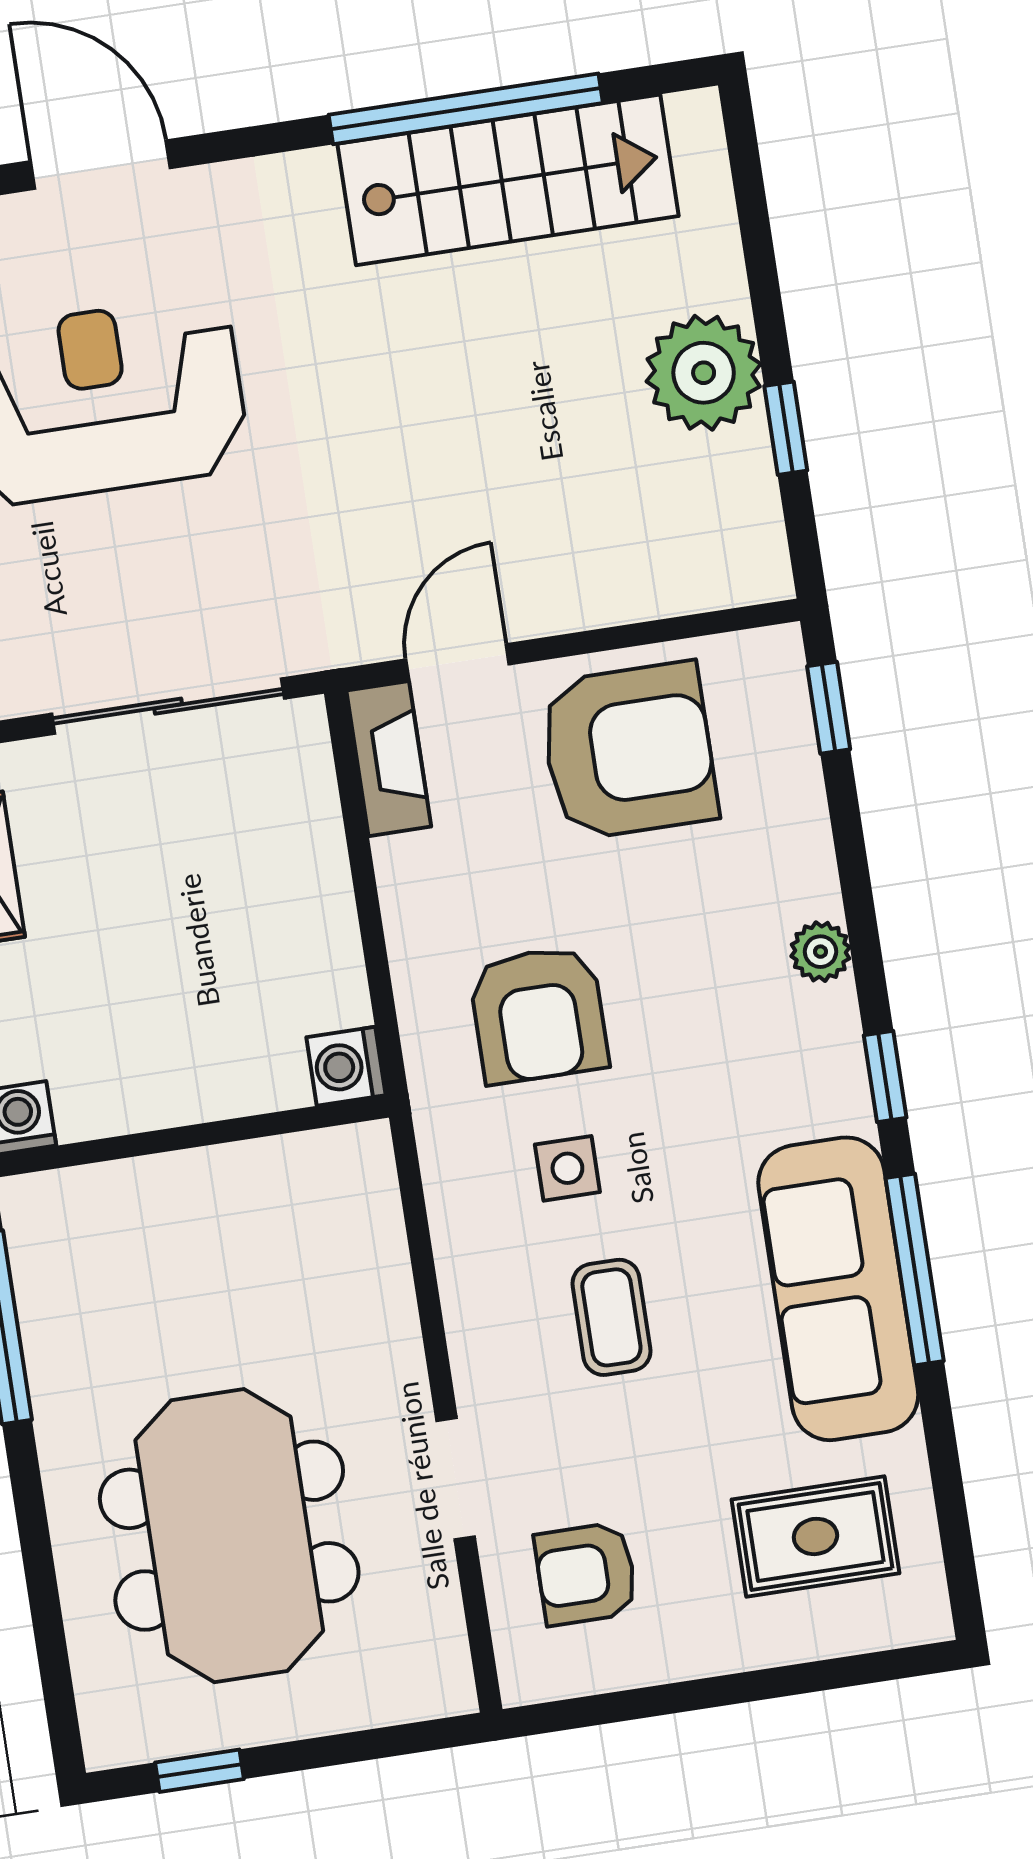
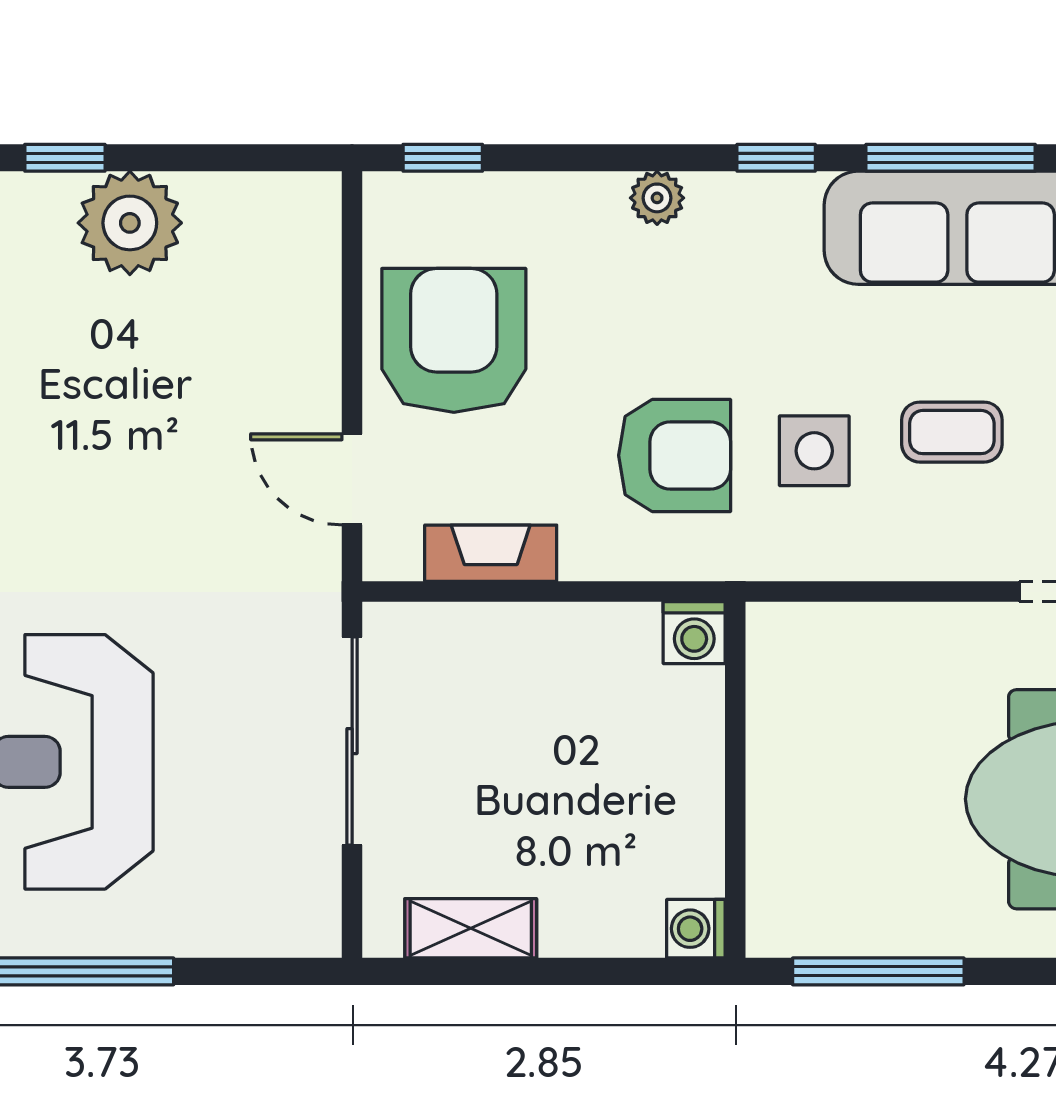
window: (786, 428) -> (65, 158), moved
fireplace: (389, 759) -> (491, 553), moved
side table: (567, 1168) -> (814, 451), width x1.37, depth x1.37

